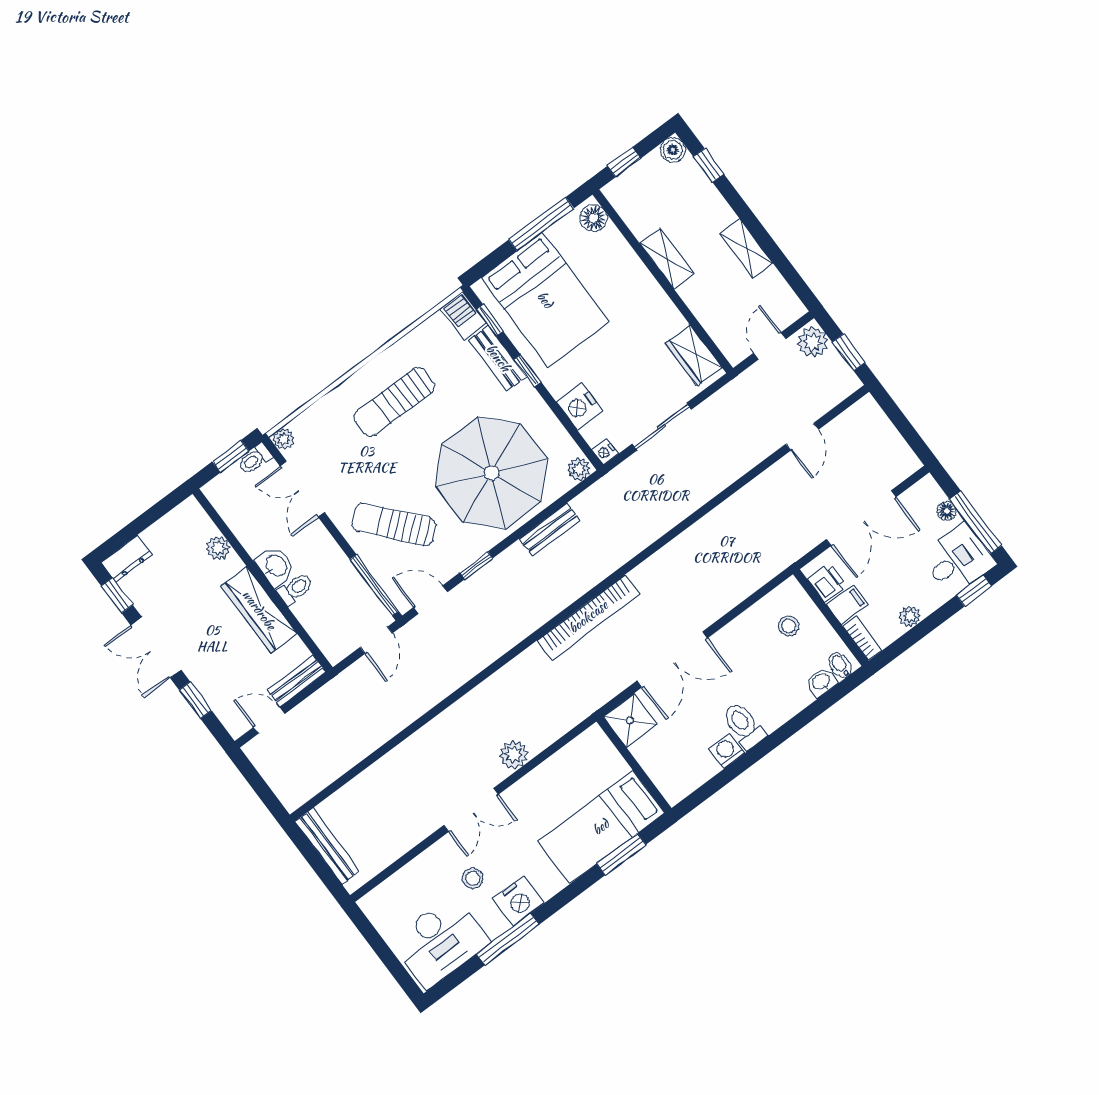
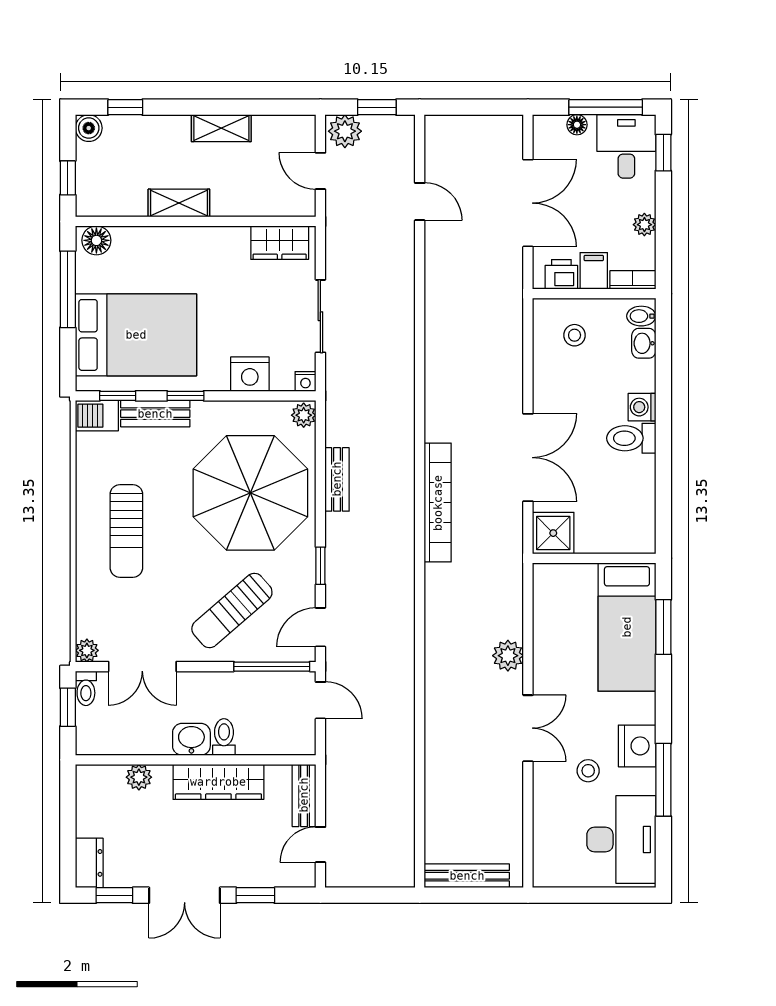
washing machine: (727, 751) -> (642, 407), moved

